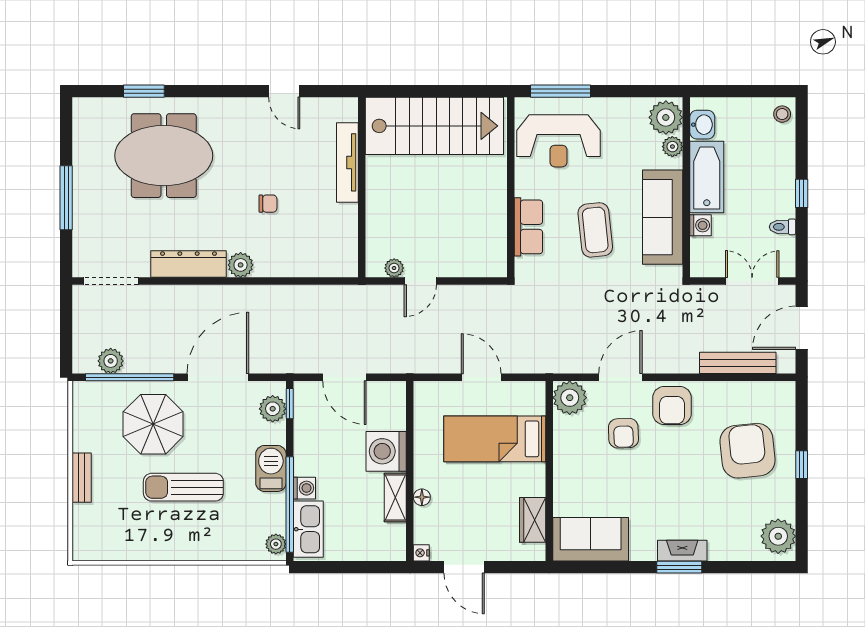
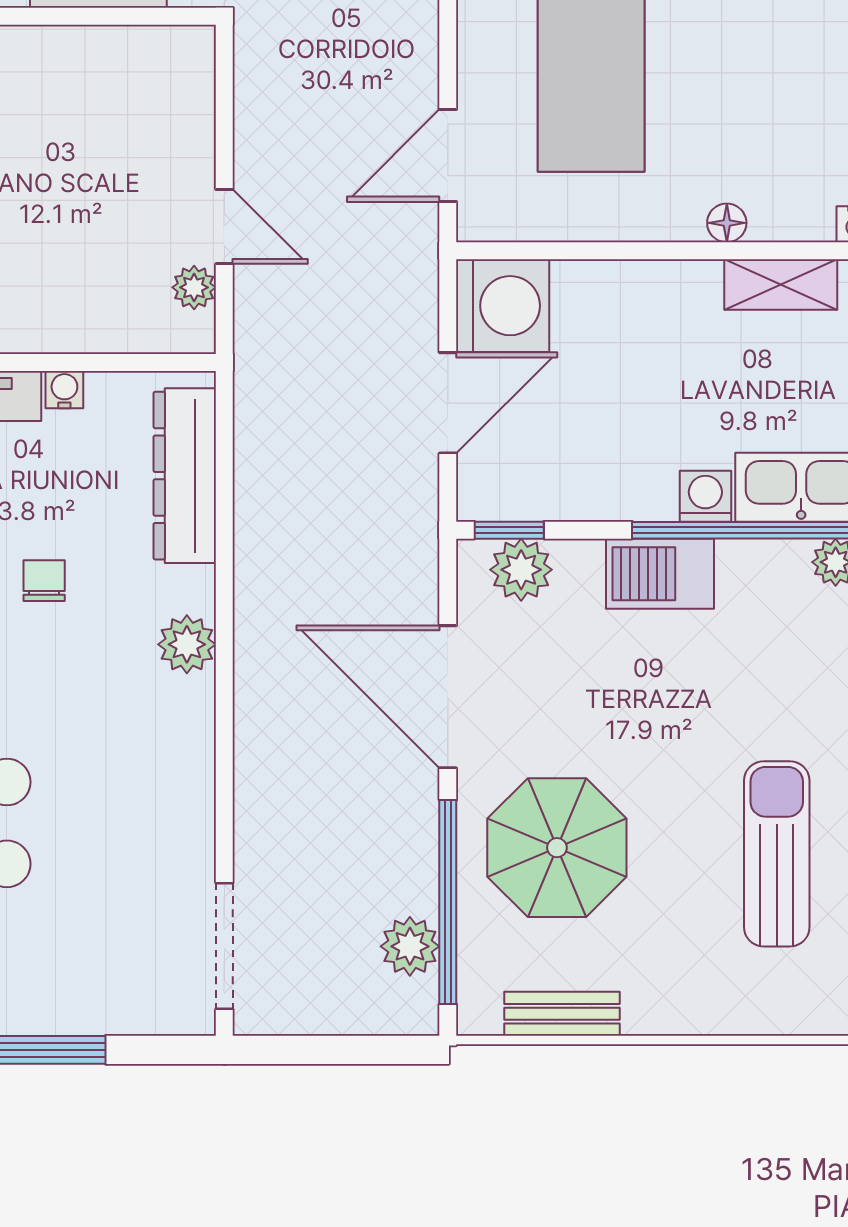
water cooler: (350, 212) -> (64, 390), added
dresser: (188, 264) -> (185, 476), moved
door: (481, 377) -> (448, 155), moved
washing machine: (386, 451) -> (503, 306), moved, turned -90
bench: (82, 478) -> (562, 1014), moved
sun lounger: (183, 487) -> (777, 854), moved, turned 180
shelving: (395, 498) -> (781, 285), moved

